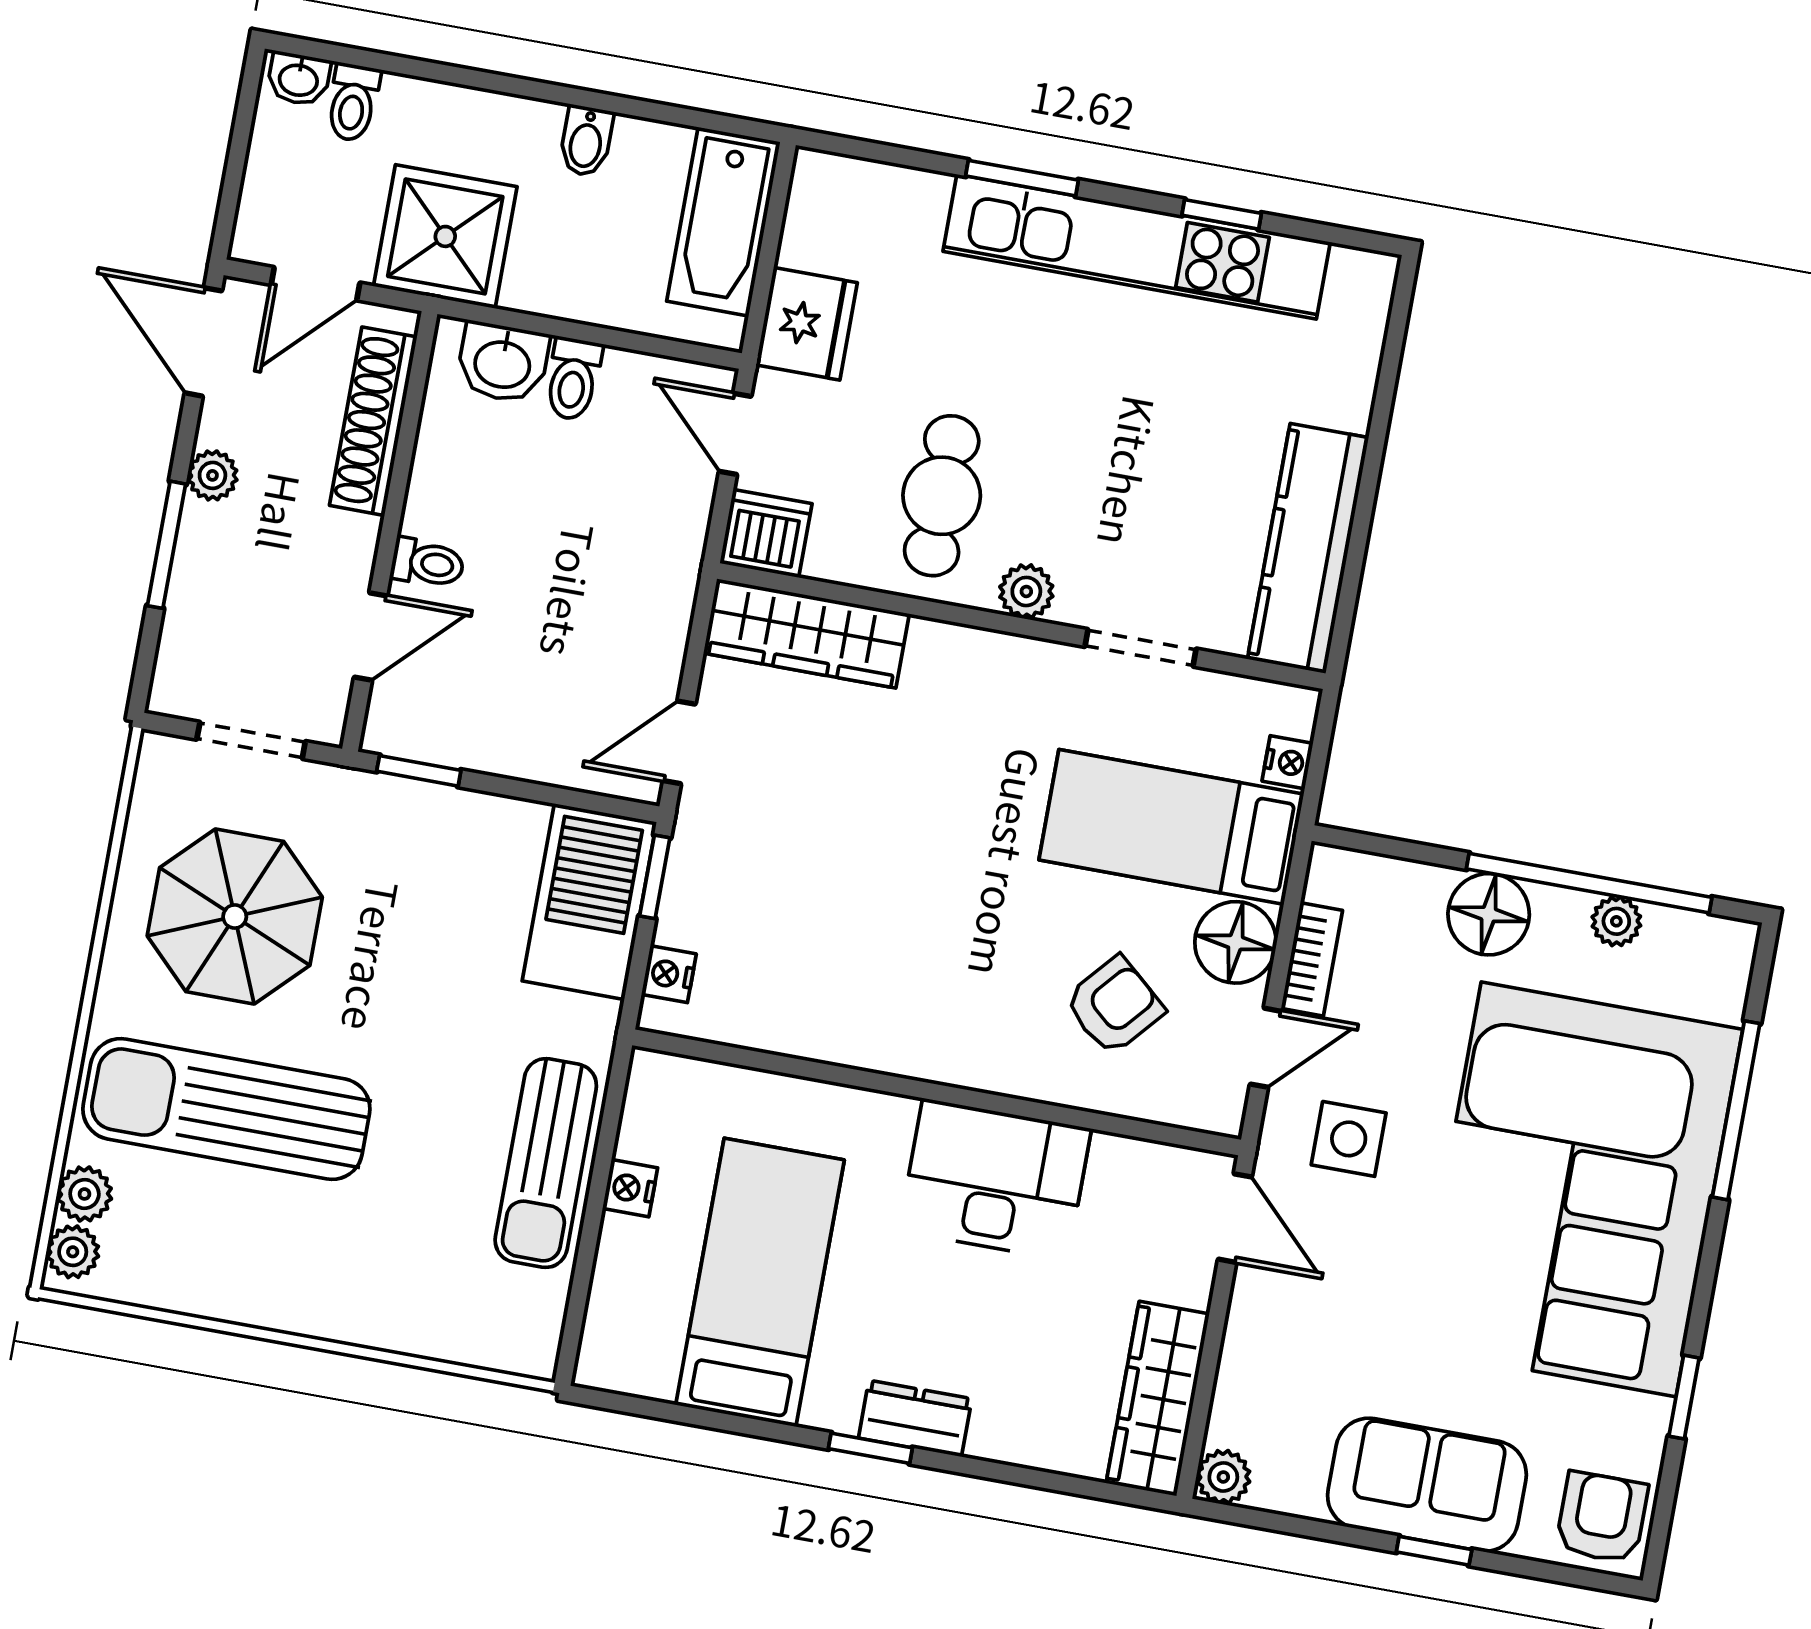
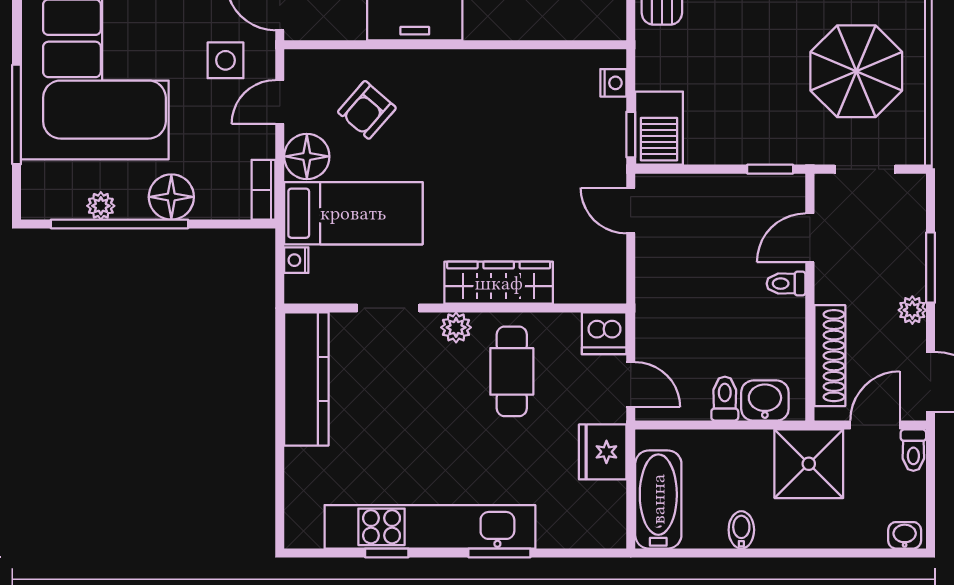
toilet: (353, 102) -> (913, 450), moved, turned 180
wardrobe: (806, 634) -> (499, 283), moved
door: (679, 742) -> (631, 211), swing flipped
barbecue: (589, 901) -> (659, 128), width x0.73, depth x0.83
bookcase: (1312, 959) -> (263, 190), moved

